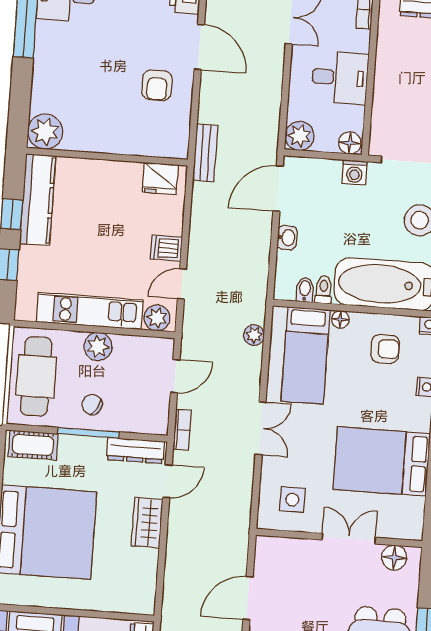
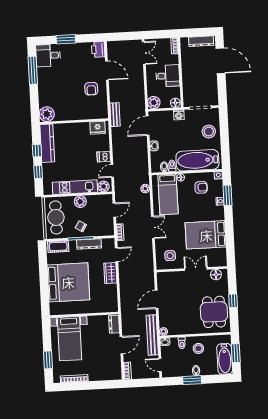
dresser: (135, 450) -> (89, 244), moved

